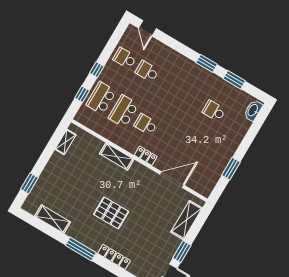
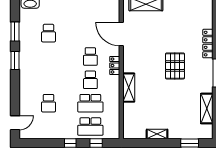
school desk: (125, 58) -> (90, 56), moved
shelving: (66, 142) -> (157, 134), moved

